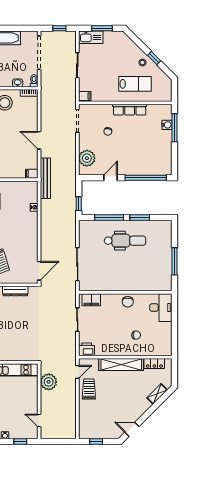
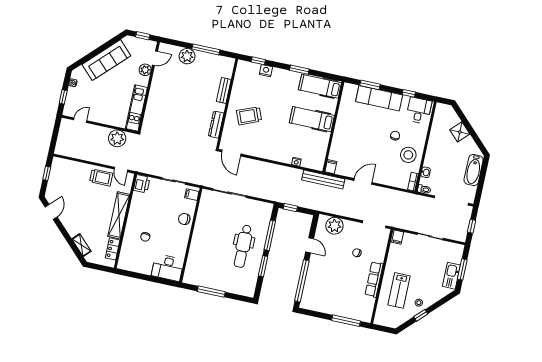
kitchen sink: (91, 37) -> (451, 276), moved
water cooler: (167, 125) -> (351, 314), removed
filing cabinet: (91, 300) -> (192, 195), width x0.50
chair: (128, 302) -> (184, 219), moved

